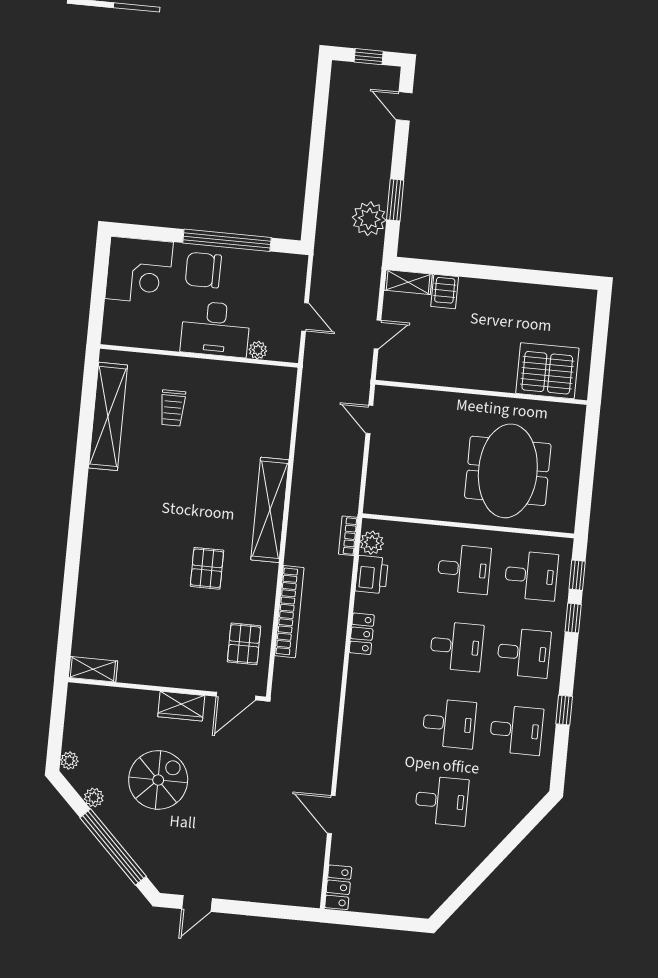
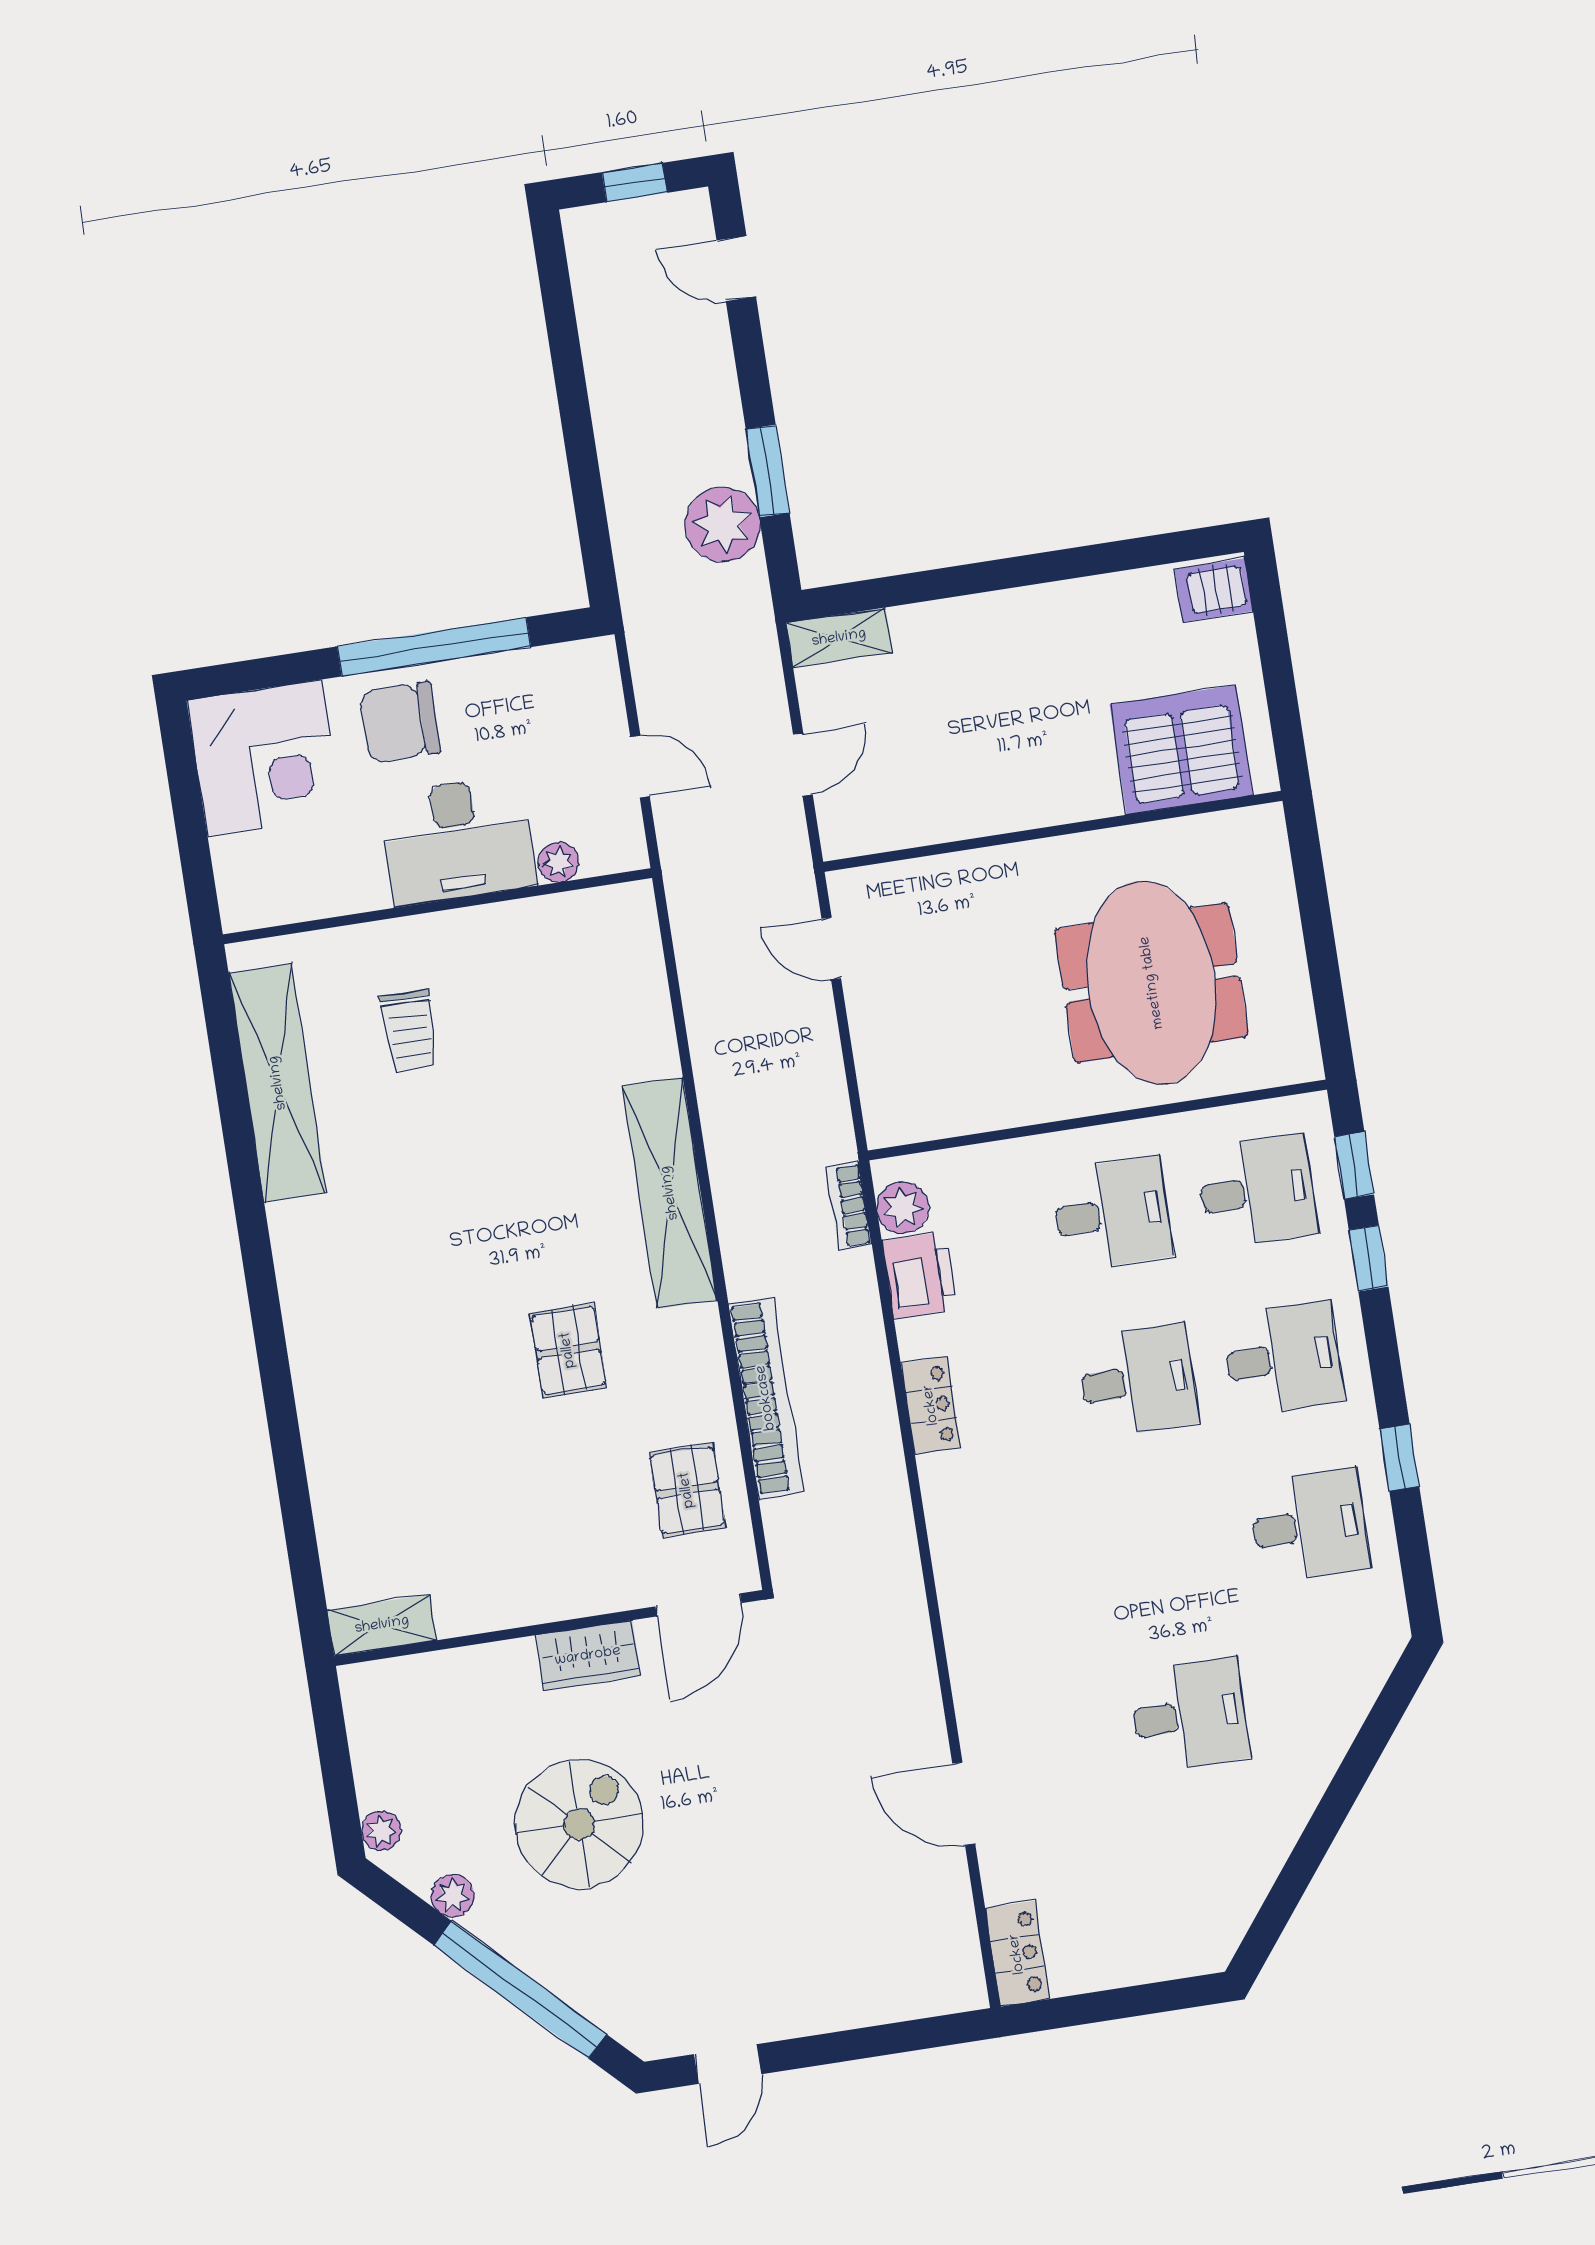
server rack: (445, 292) -> (1214, 590), moved, turned 90
desk: (449, 724) -> (1164, 1548), removed

